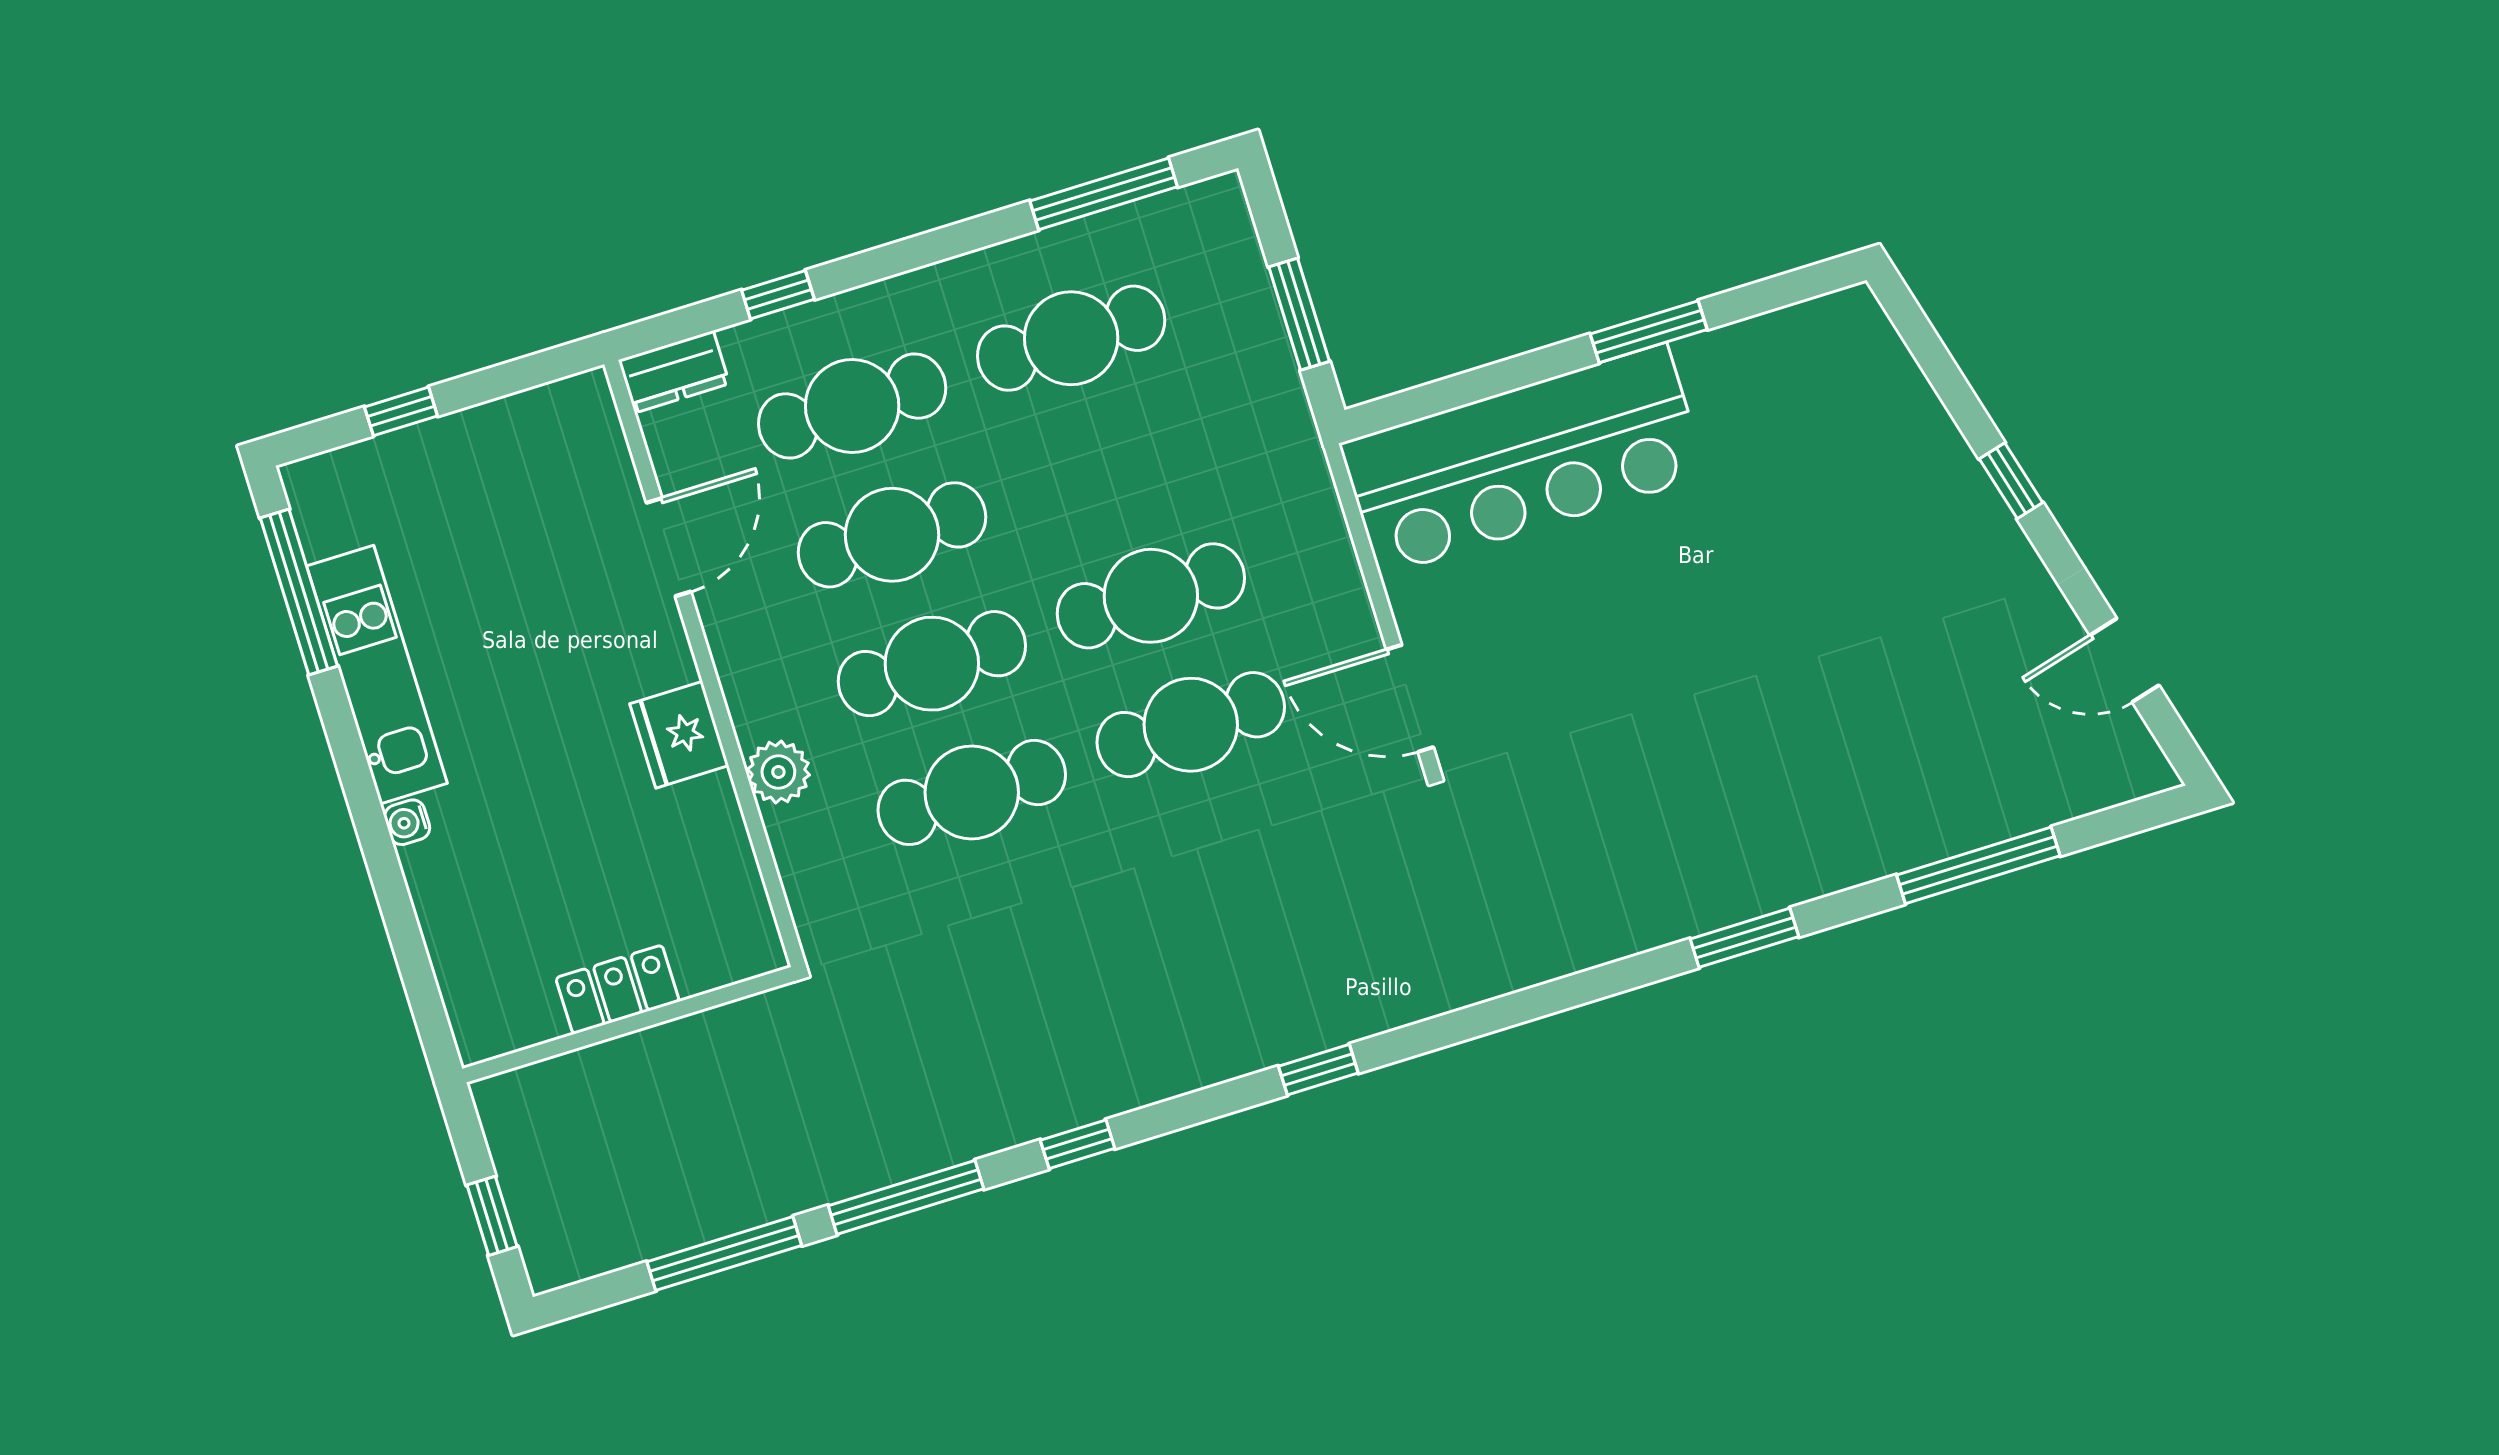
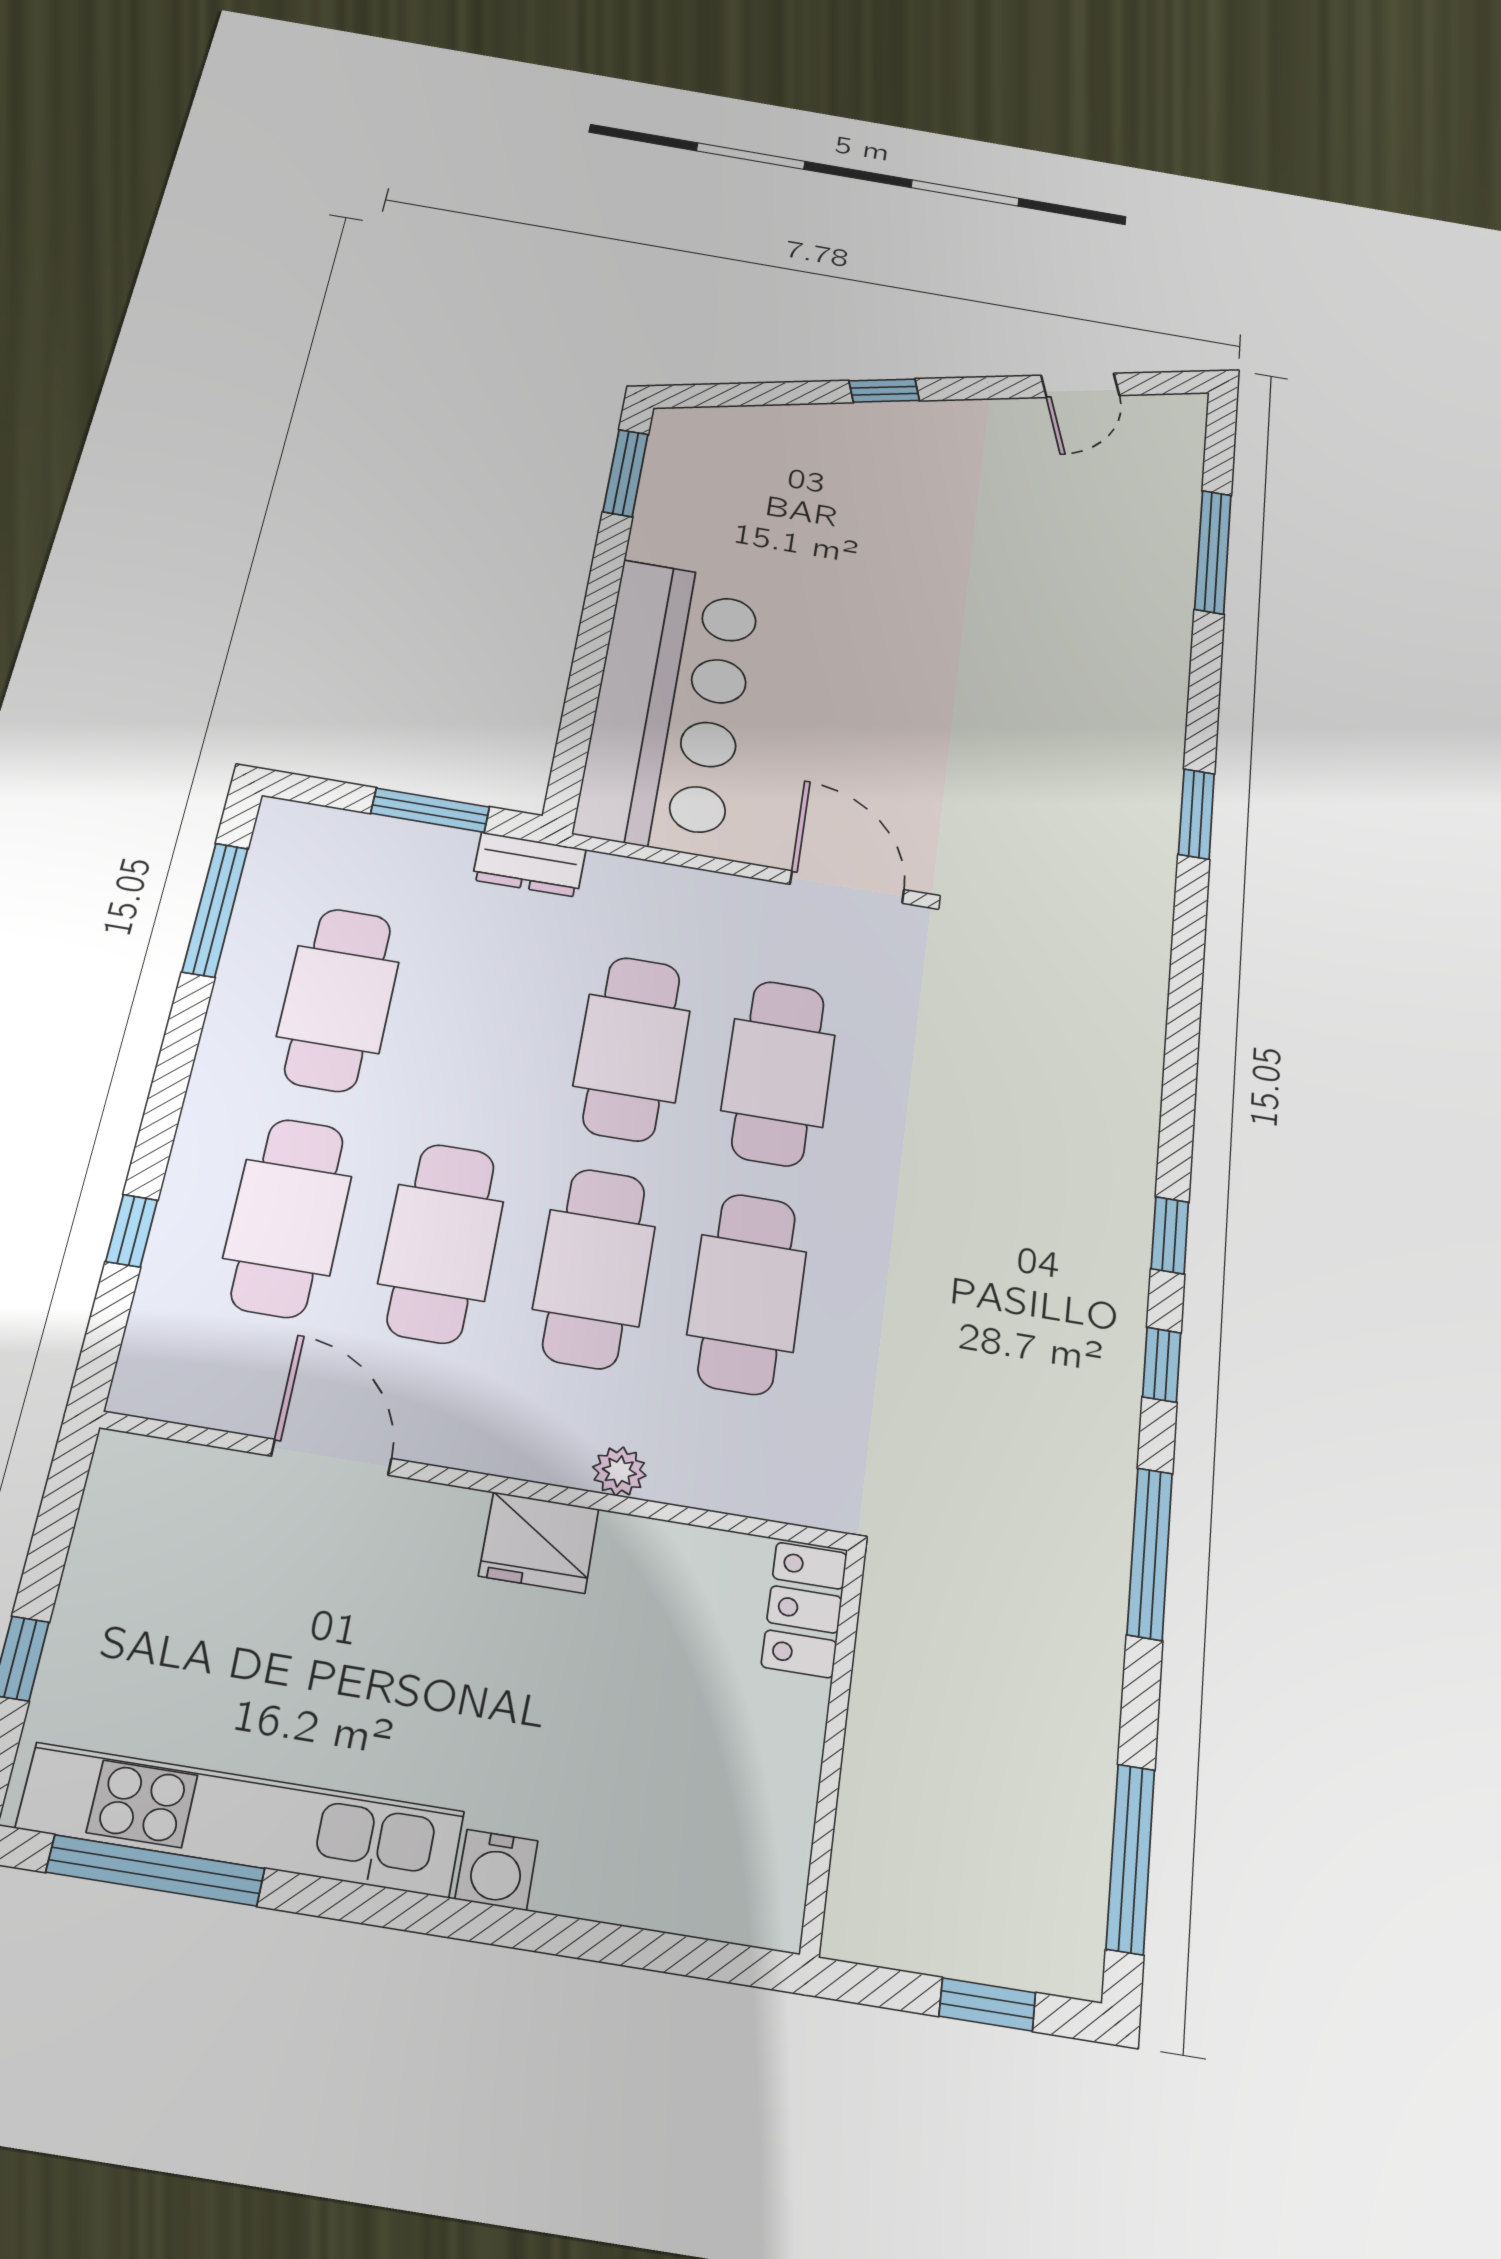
window: (1649, 332) -> (626, 473), moved
dresser: (674, 372) -> (529, 865), moved, turned 90
kitchen unit: (377, 675) -> (241, 1820), width x1.36
door: (1410, 698) -> (847, 887), swing flipped
plant: (778, 772) -> (619, 1471), width x0.73, depth x0.73
water cooler: (407, 822) -> (497, 1870), width x1.38, depth x1.38
window: (1744, 938) -> (1196, 814), moved
locker: (618, 990) -> (804, 1610), moved
window: (1318, 1070) -> (1170, 1235), moved
window: (724, 1254) -> (1131, 1858), moved

